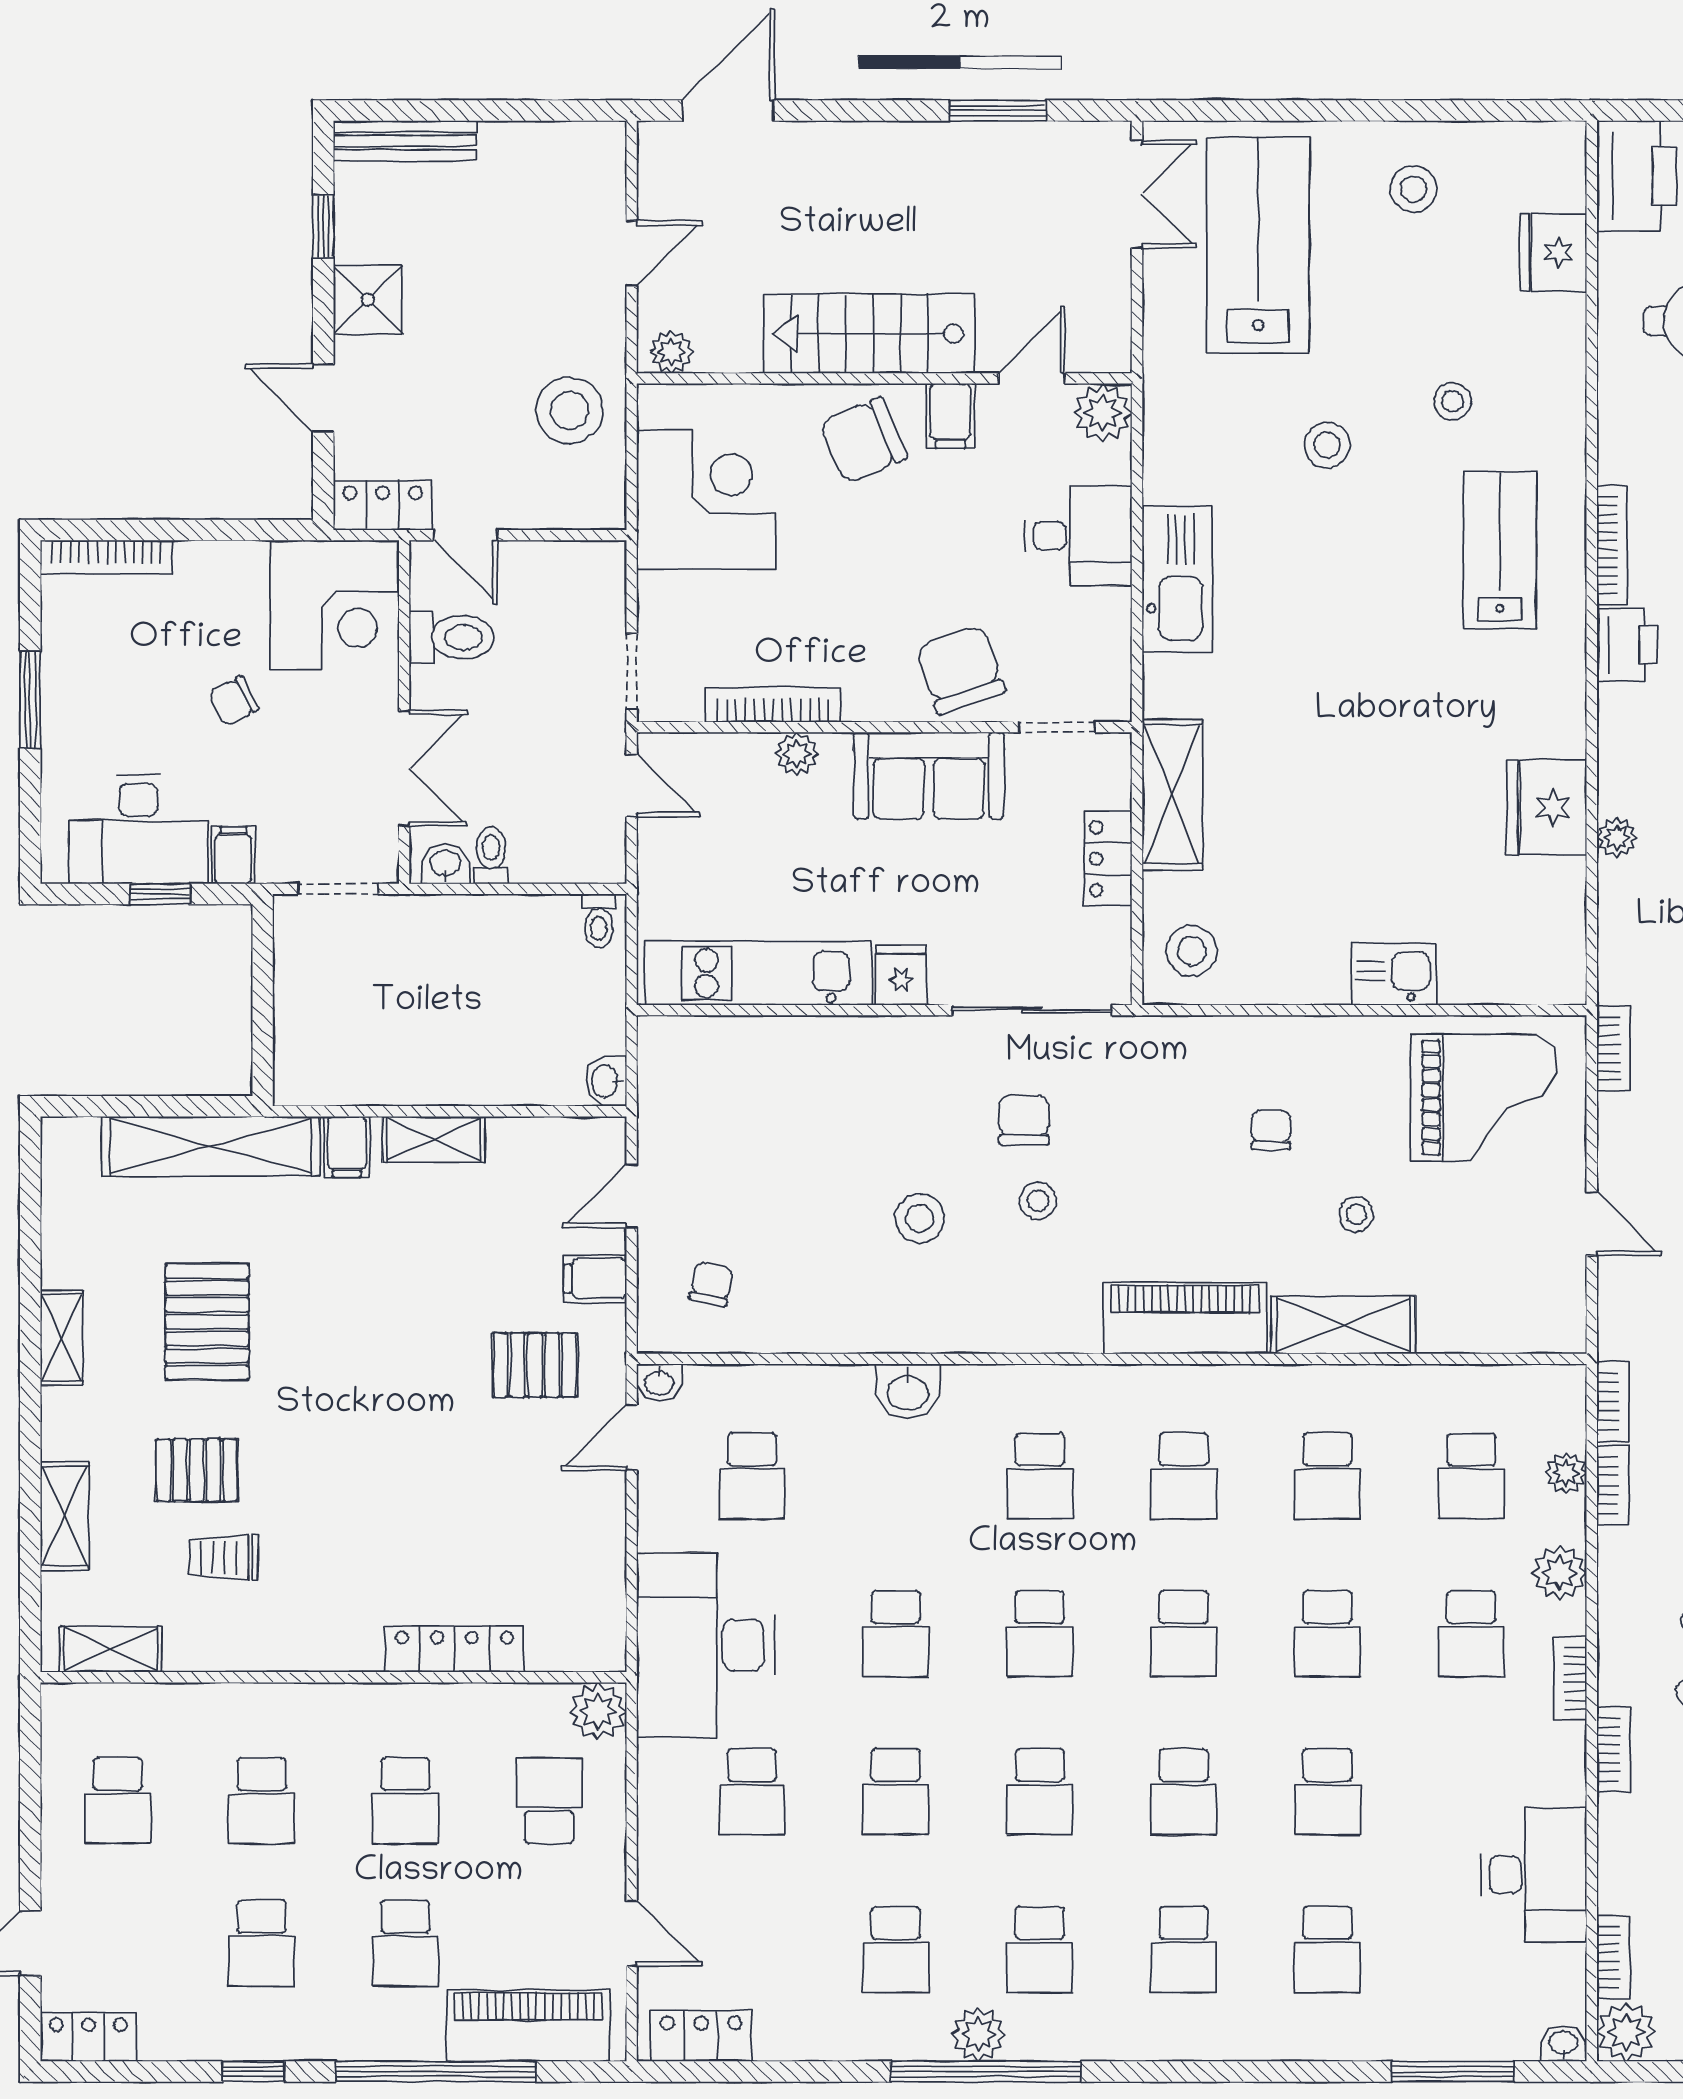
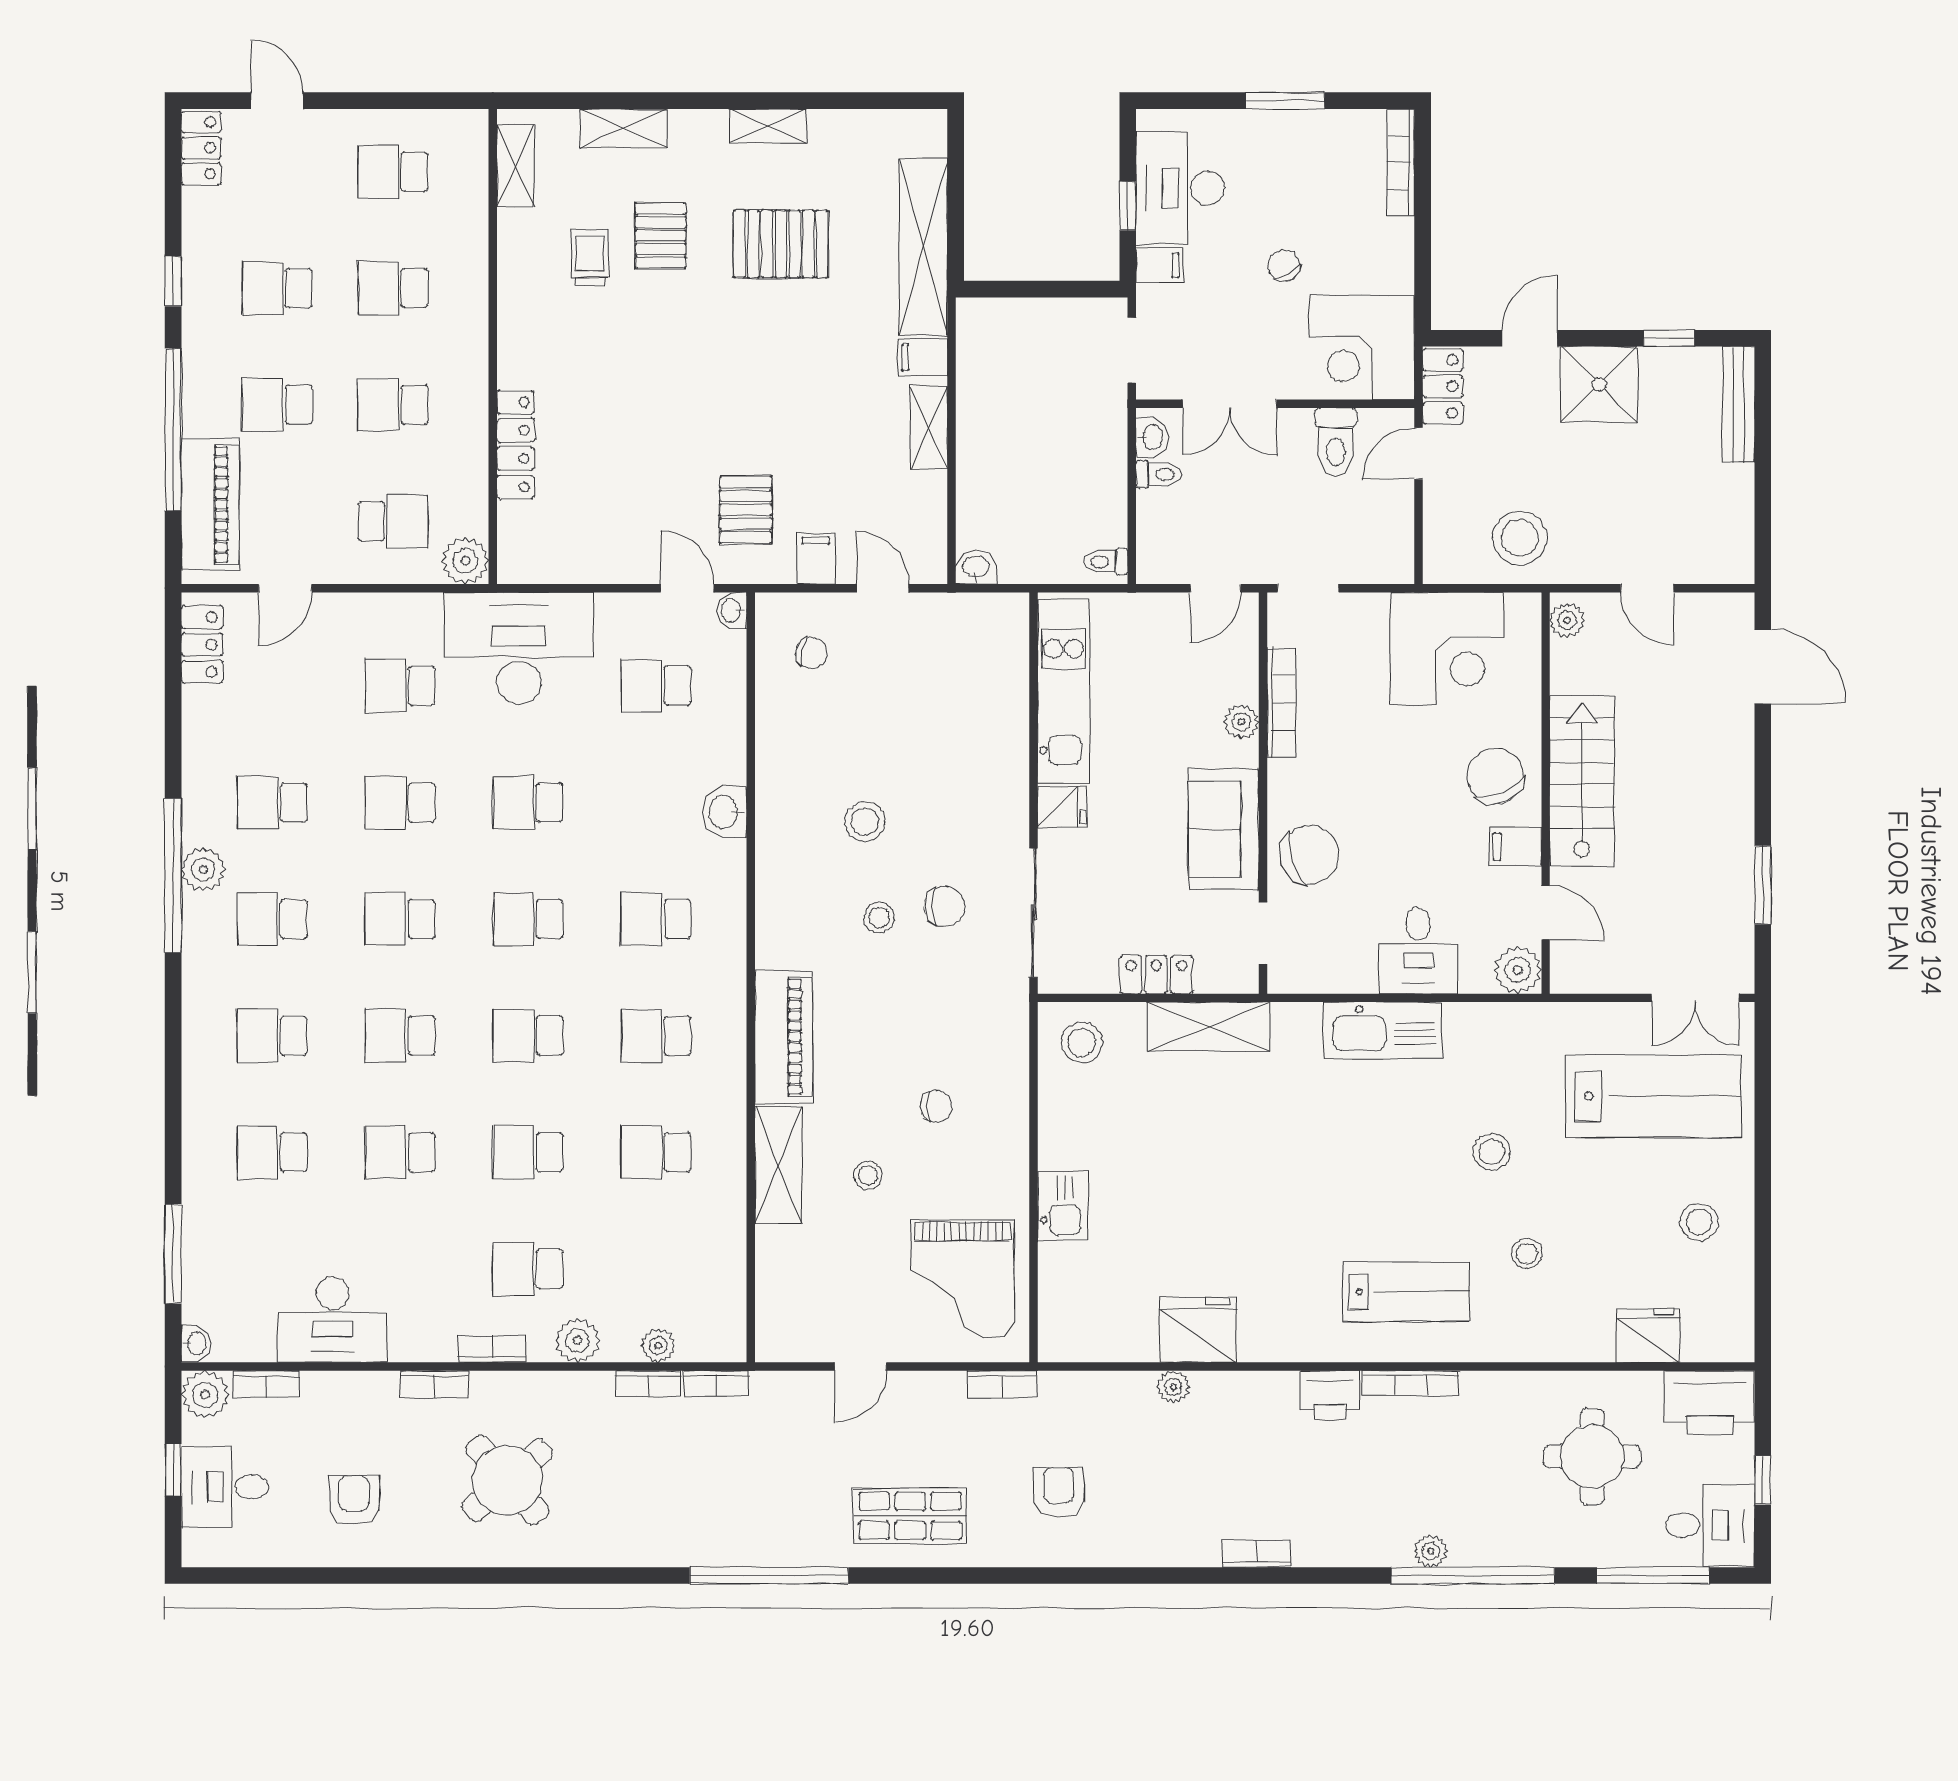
shower: (368, 300) -> (1599, 385), width x1.36, depth x1.36
school desk: (1471, 1476) -> (656, 1269), removed

